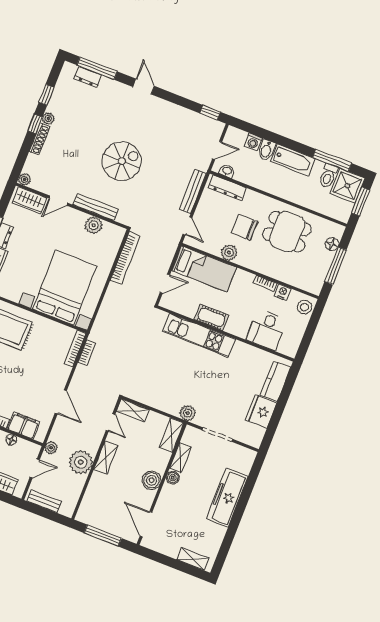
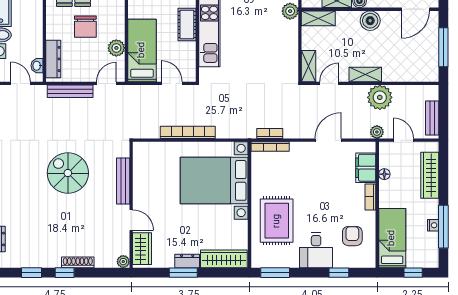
plant: (48, 118) -> (54, 262), removed
plant: (94, 225) -> (142, 176), removed
plant: (229, 253) -> (116, 48), moved
bookcase: (125, 258) -> (188, 132), moved

